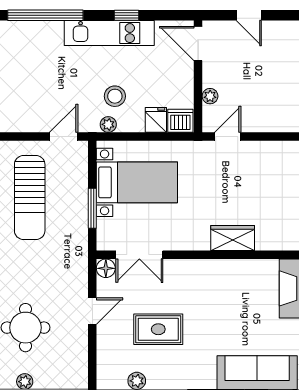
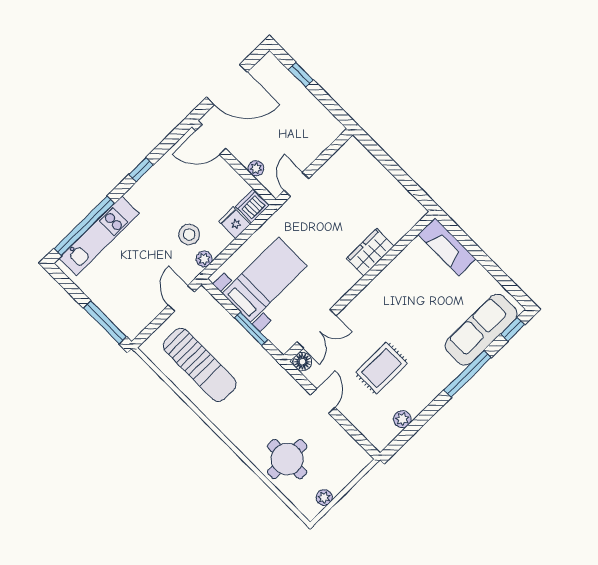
door: (249, 15) -> (227, 85), width x1.88
kitchen unit: (109, 33) -> (99, 236), moved

